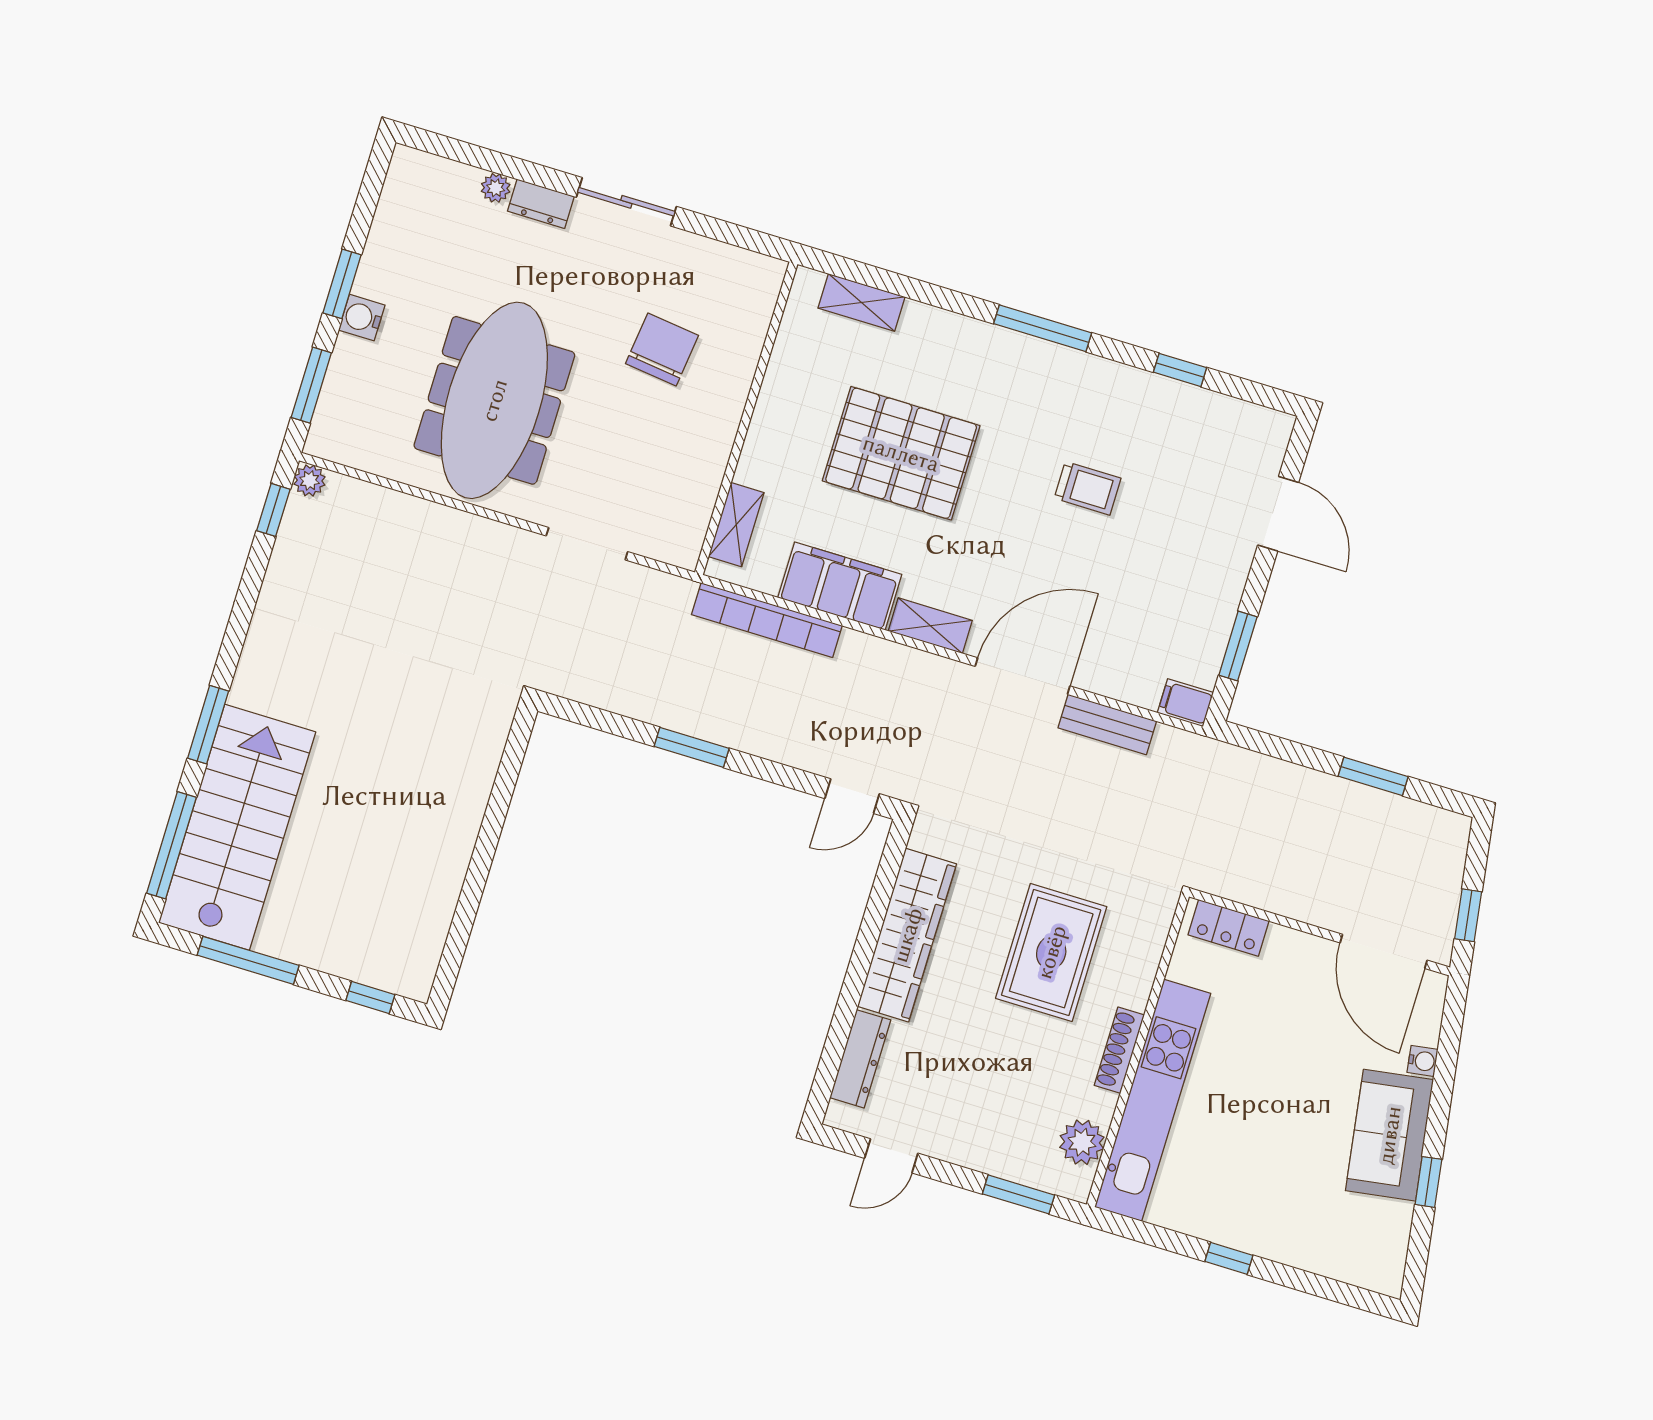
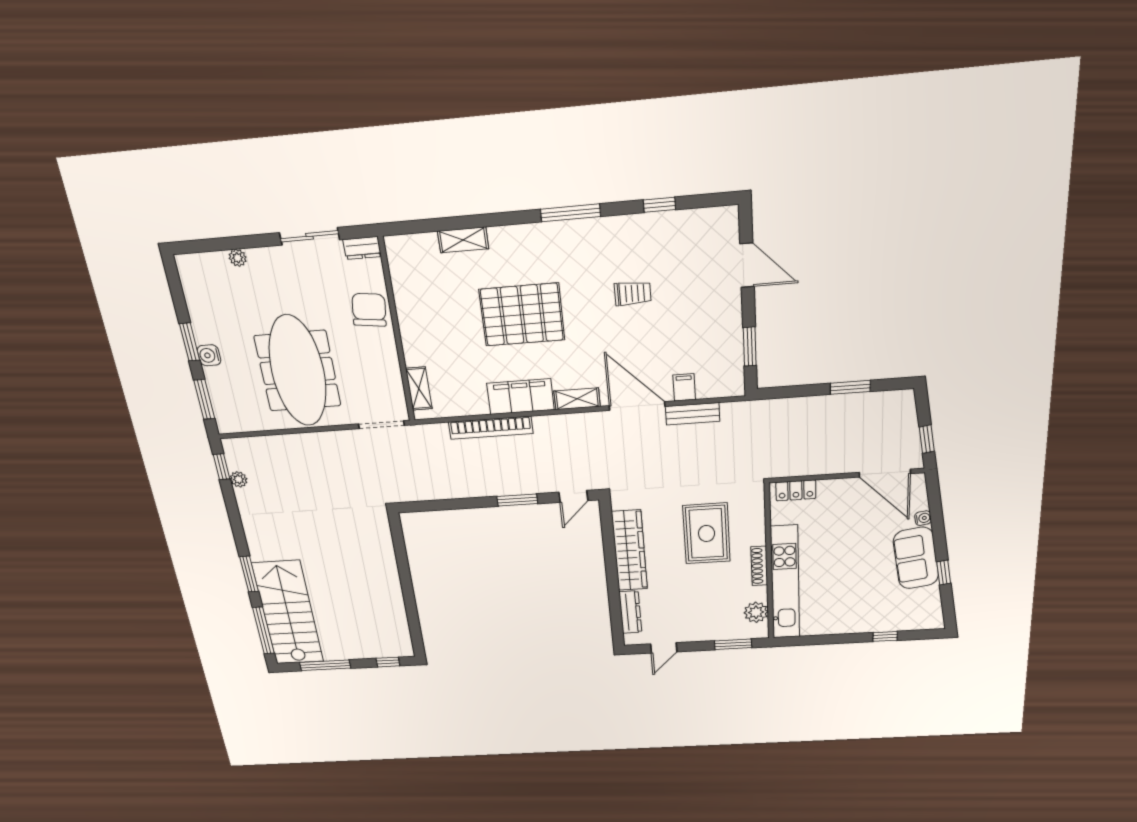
dresser: (541, 204) -> (362, 248), moved
wall: (746, 418) -> (397, 331), moved
plant: (310, 480) -> (239, 479), moved
shelving: (736, 525) -> (419, 388), moved
door: (1023, 676) -> (637, 406), hinge flipped
filing cabinet: (1185, 703) -> (684, 387), moved, turned 90
window: (692, 747) -> (517, 500), moved
window: (1229, 1258) -> (885, 636), moved

